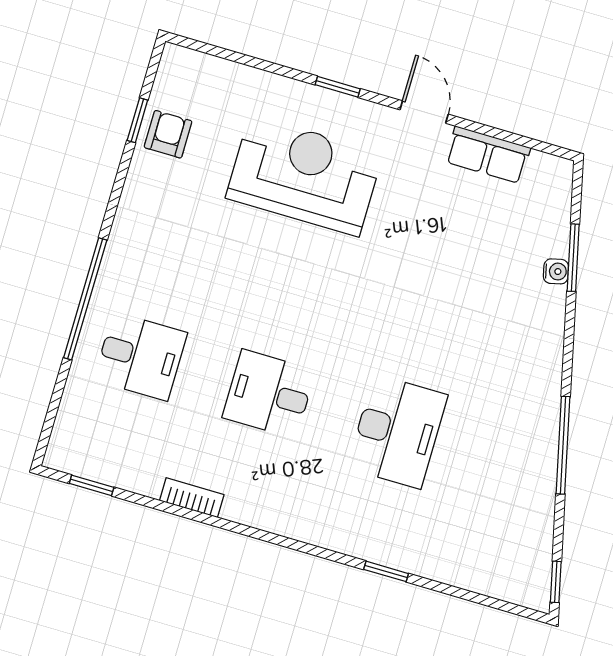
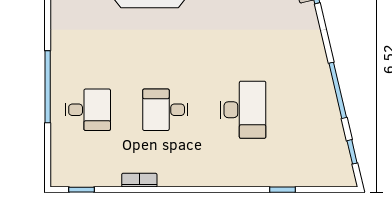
window: (386, 571) -> (282, 190), moved
window: (556, 582) -> (352, 152), moved

